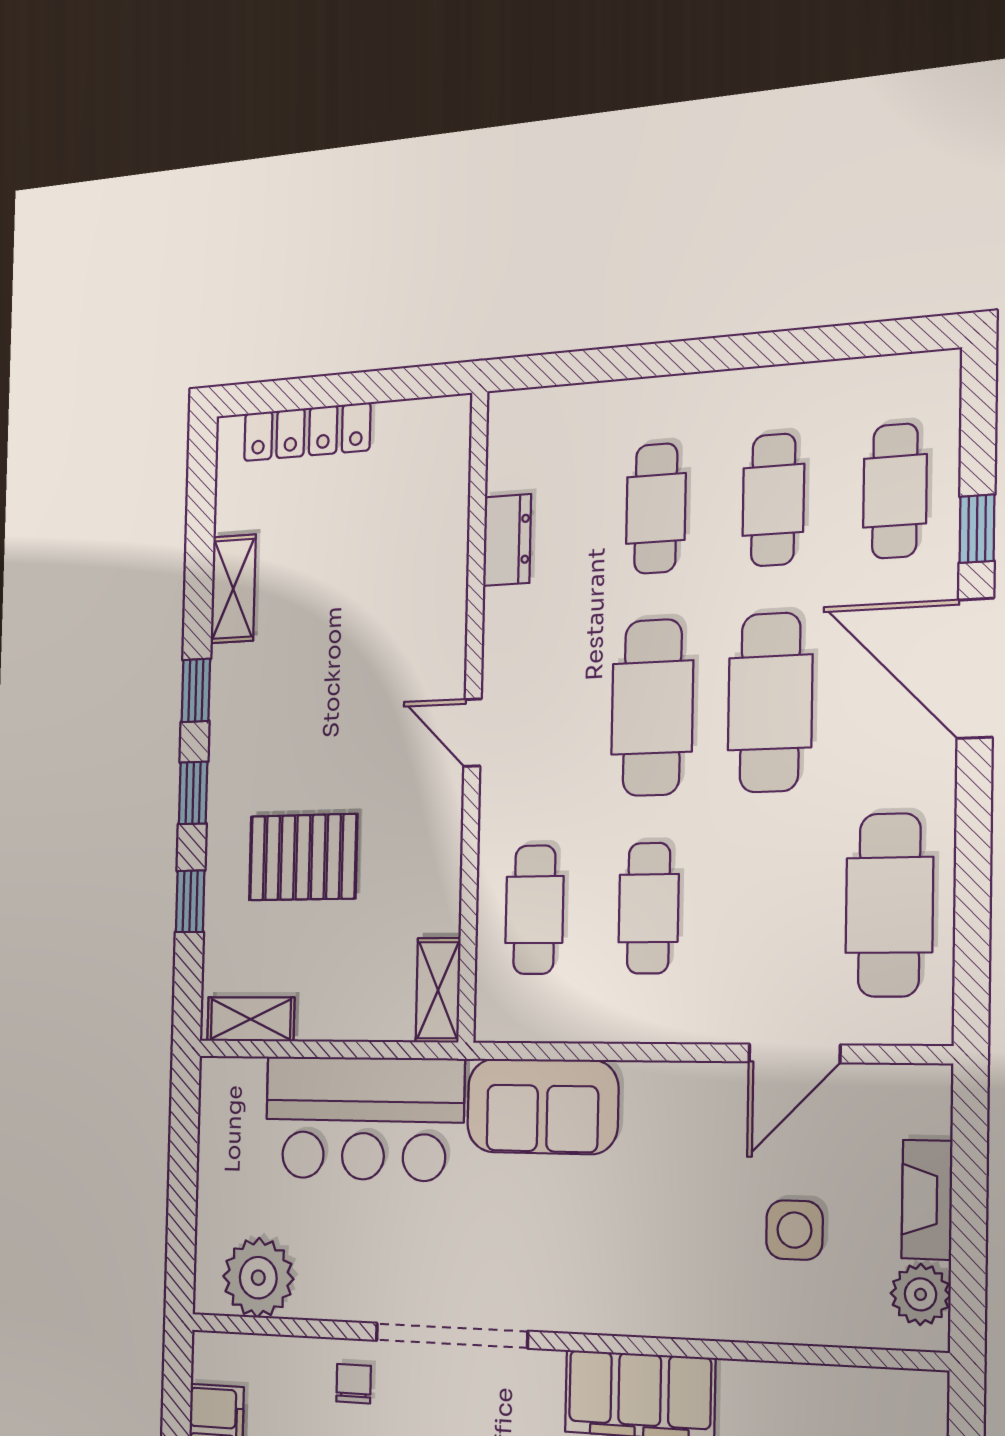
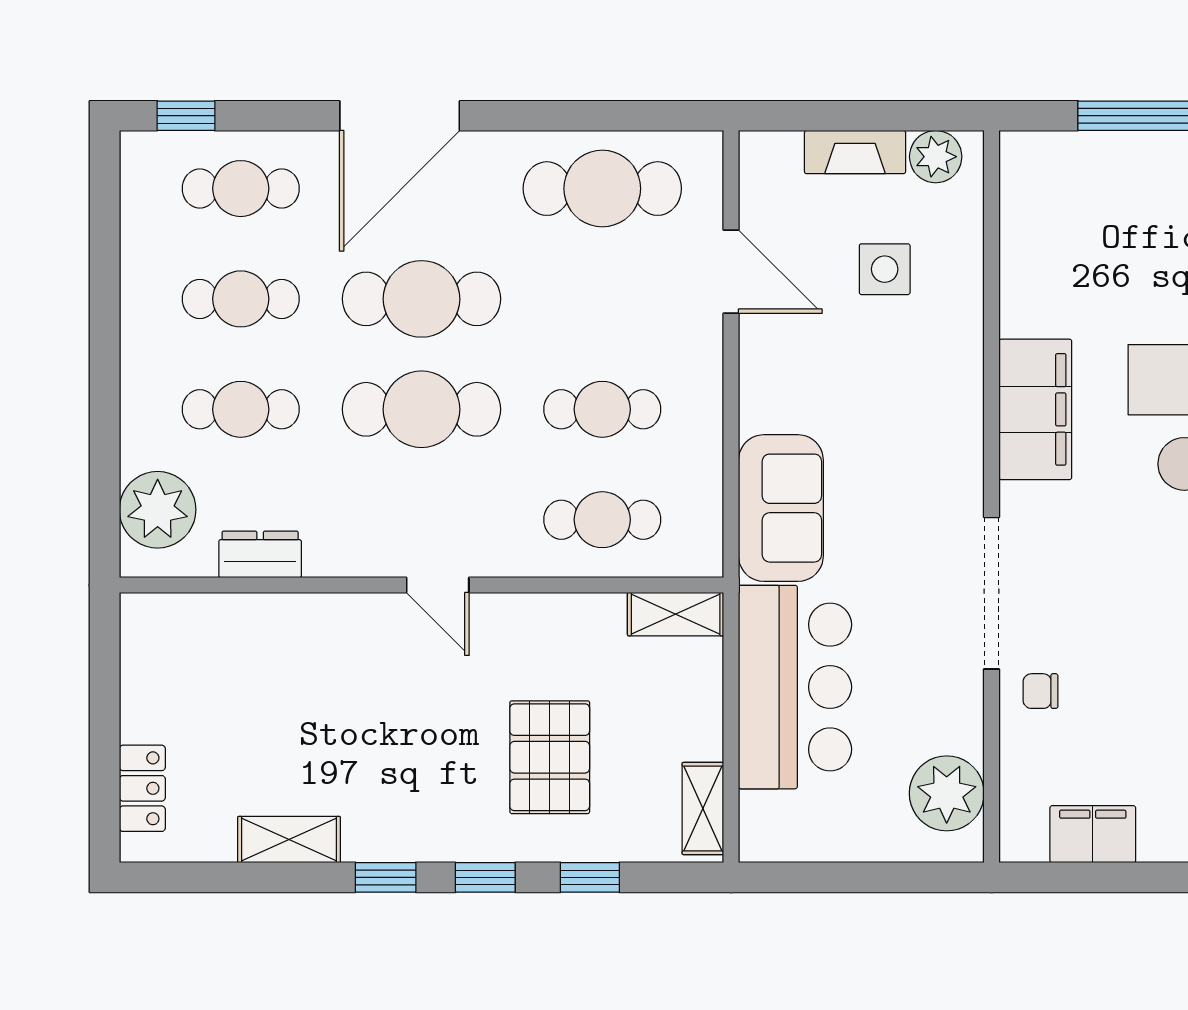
plant: (554, 426) -> (158, 510), added
locker: (307, 432) -> (142, 788), width x0.66
window: (977, 529) -> (186, 116), moved
door: (472, 733) -> (438, 585), hinge flipped

